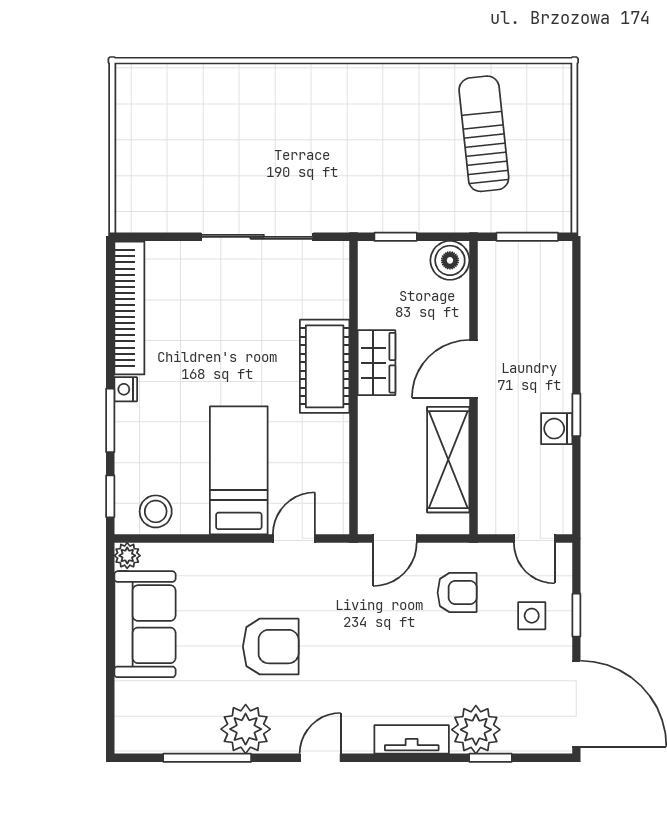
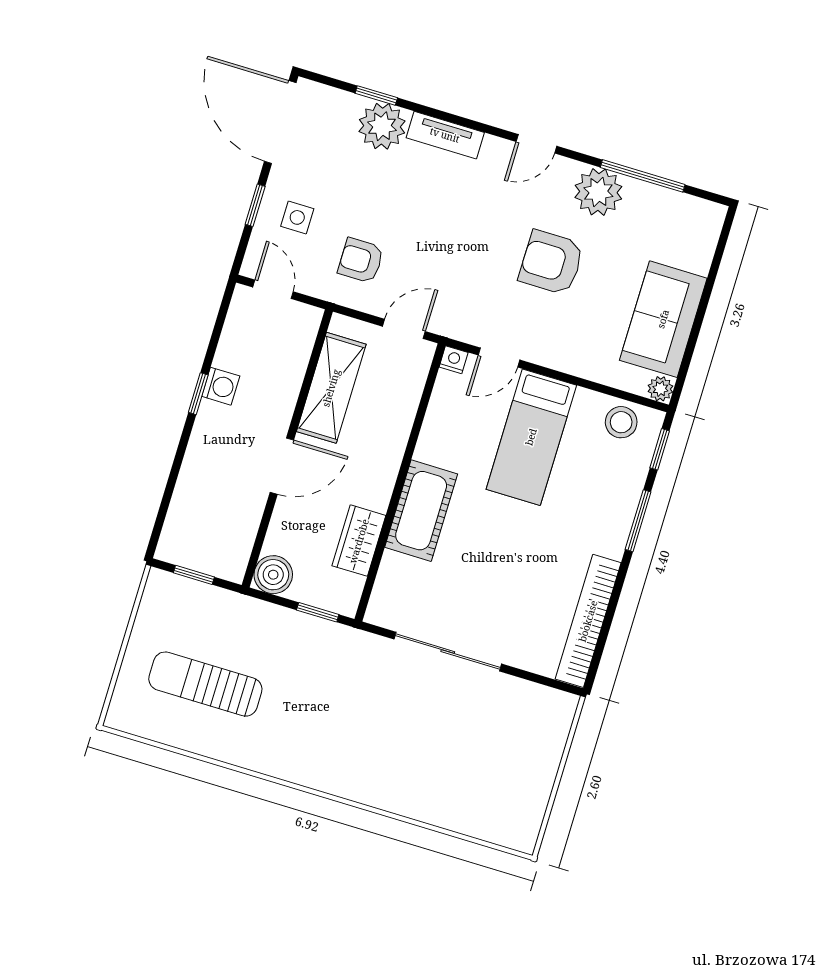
sun lounger: (484, 134) -> (205, 684), turned 96
window: (527, 237) -> (194, 575), width x0.67
wardrobe: (377, 363) -> (359, 541), moved
nightstand: (126, 389) -> (454, 360), moved, turned -90

